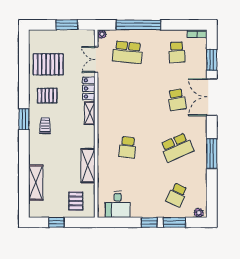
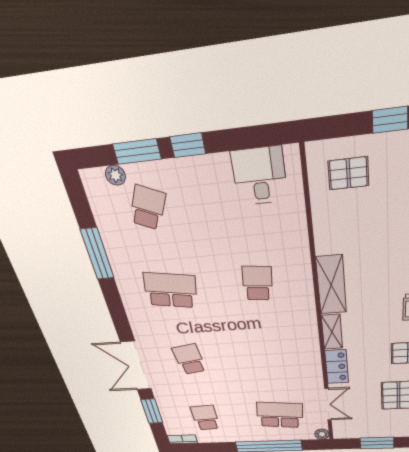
double door: (212, 97) -> (136, 366), swing flipped
school desk: (177, 147) -> (170, 290), turned 33
window: (212, 154) -> (97, 254), moved
shelving: (88, 166) -> (331, 285), moved
pallet: (76, 201) -> (348, 173), turned 90
plant: (199, 213) -> (115, 175), moved

